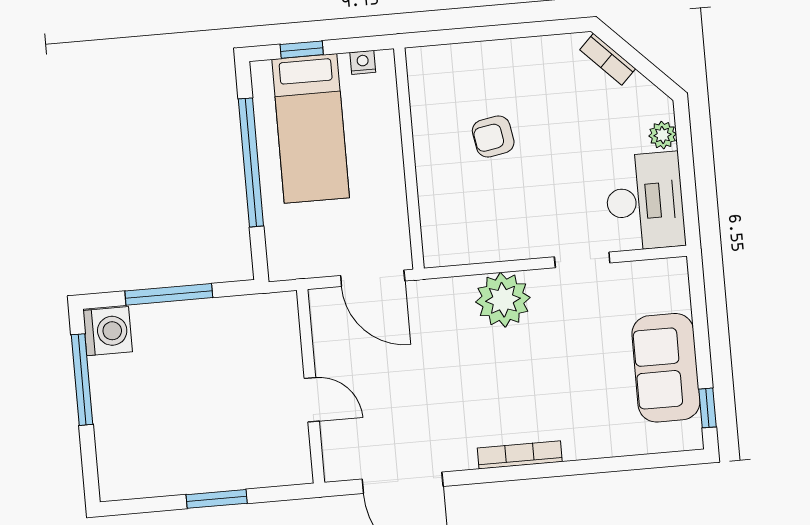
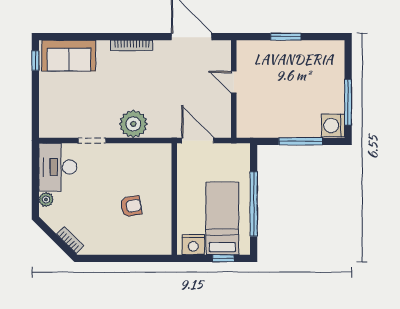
nightstand: (363, 62) -> (193, 245), width x1.89, depth x1.79
sofa: (666, 368) -> (69, 56), moved, turned 90

